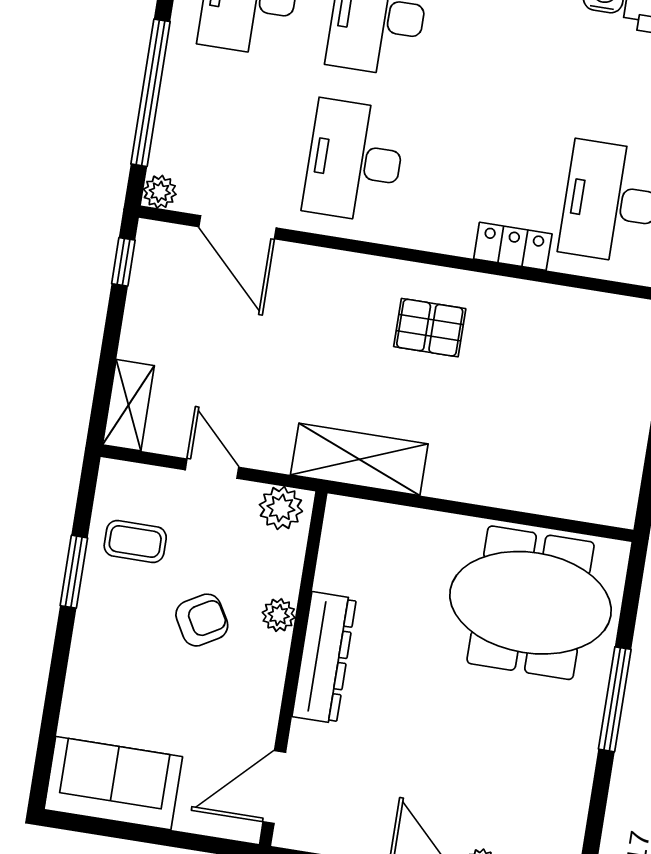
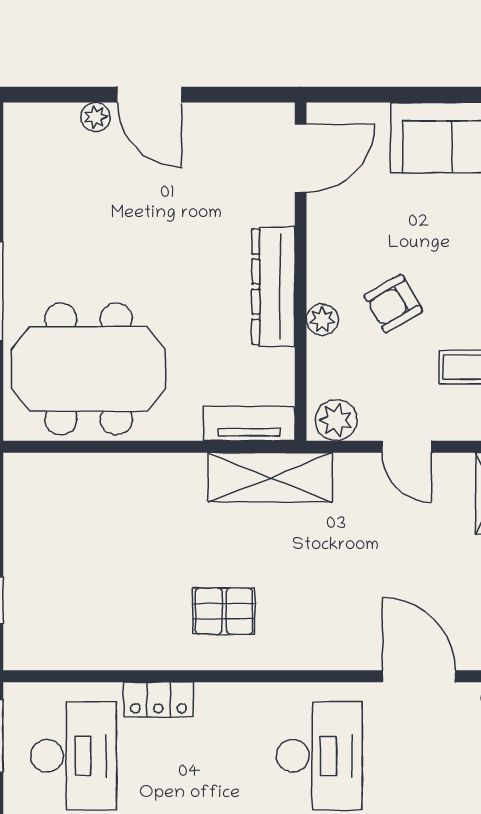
tv unit: (372, 519) -> (249, 423), added

